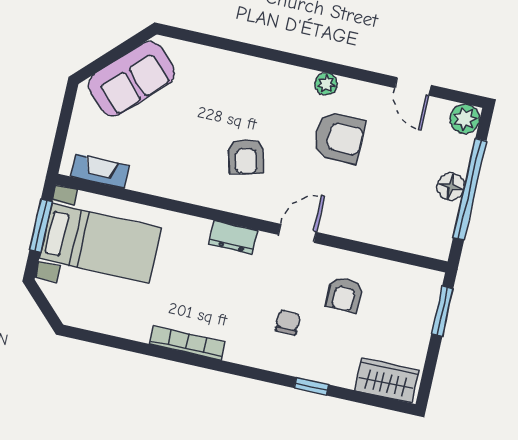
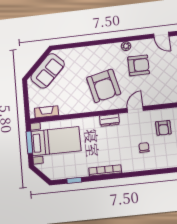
armchair: (246, 157) -> (104, 86), width x1.88, depth x1.88
window: (311, 386) -> (74, 180), moved

